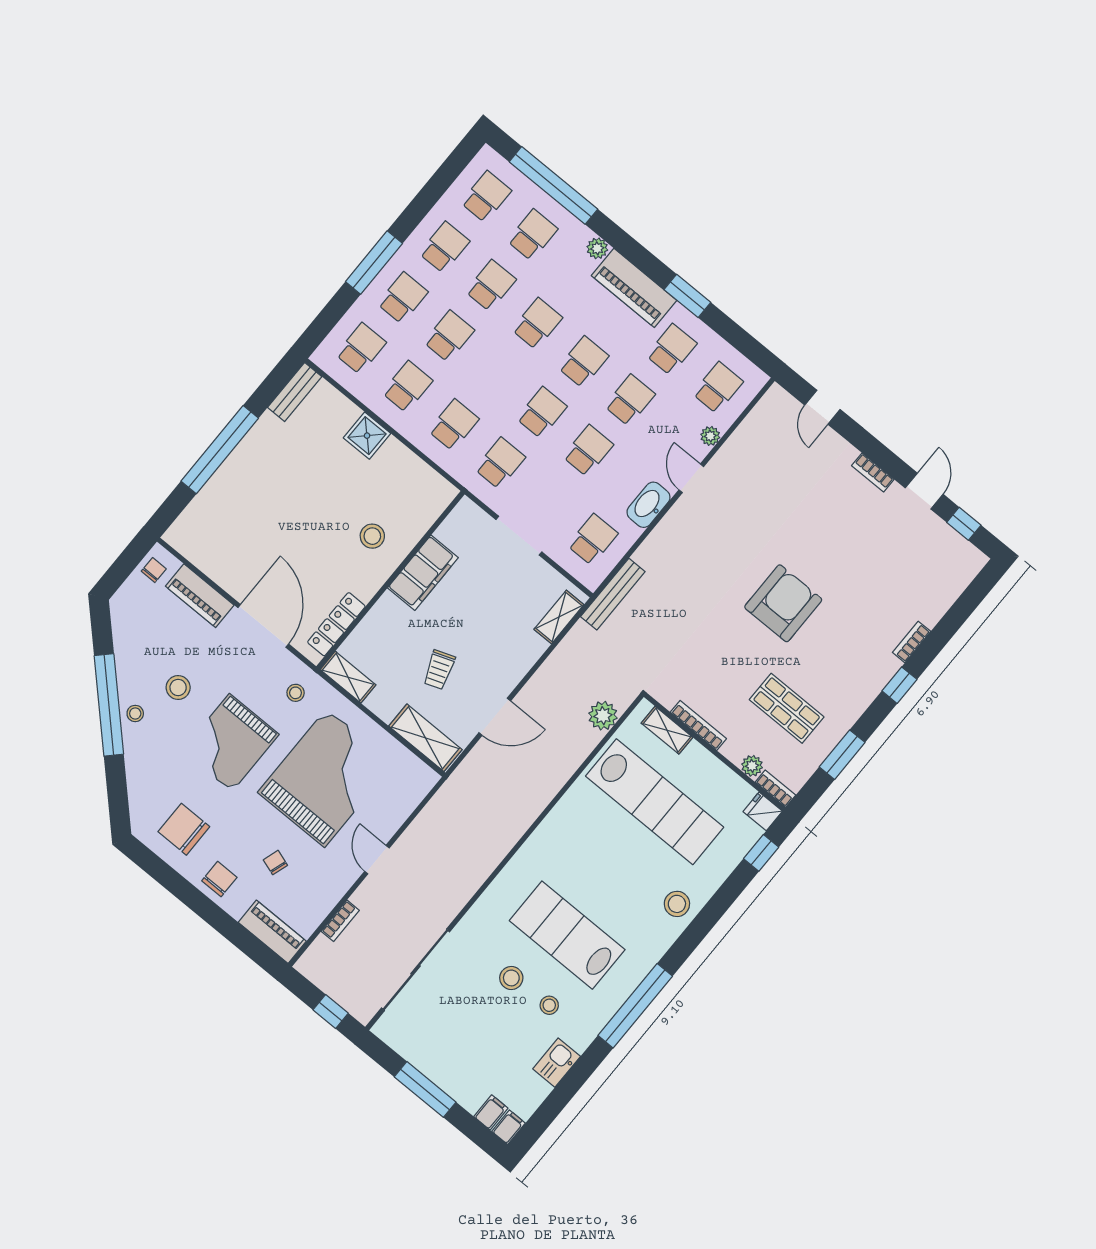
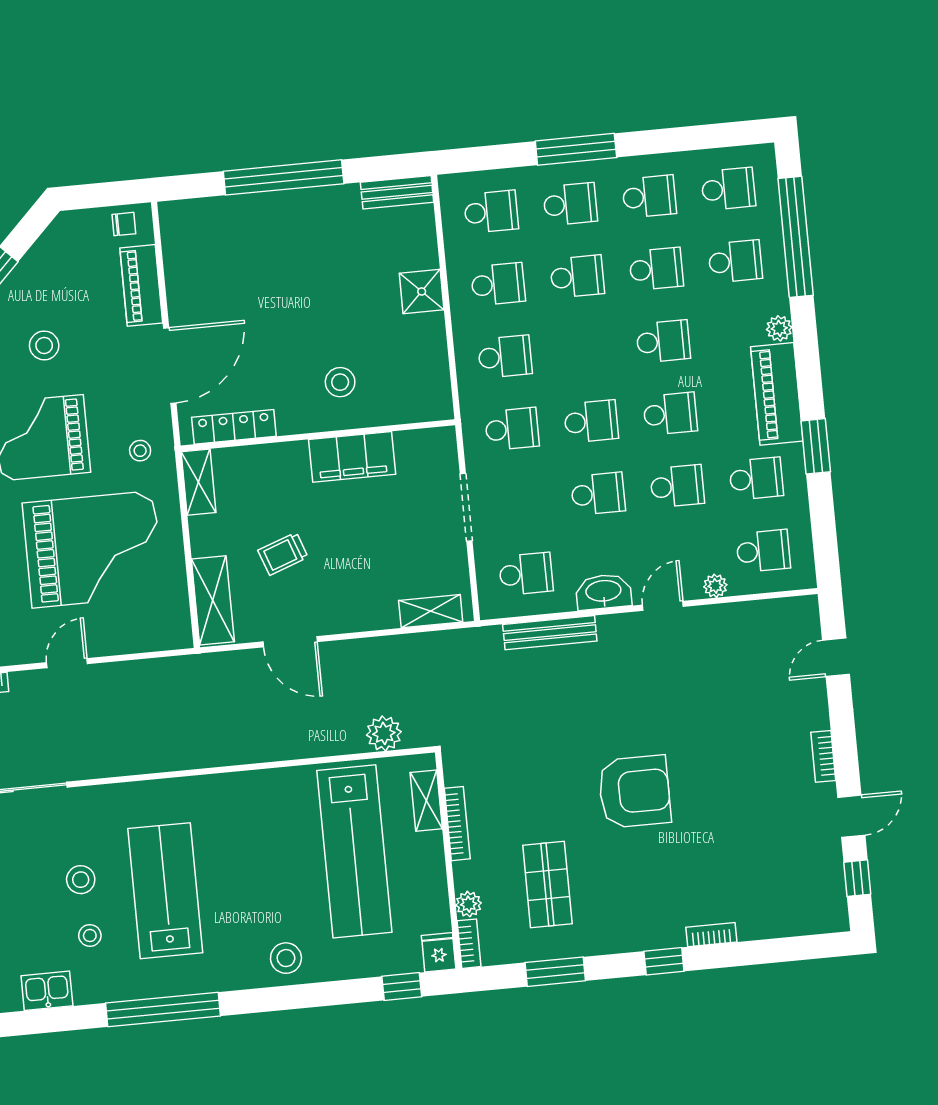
bench: (613, 594) -> (550, 633), moved

